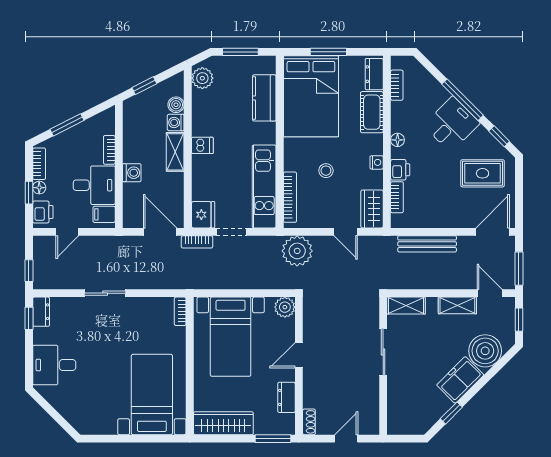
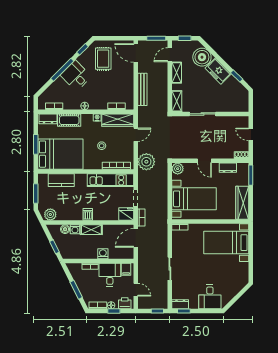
printer: (400, 170) -> (101, 104), removed
wardrobe: (372, 209) -> (118, 120), width x1.50

